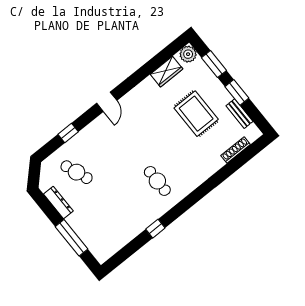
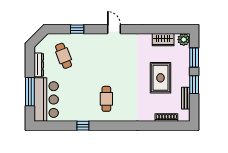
door: (107, 102) -> (114, 29), swing flipped
bar counter: (95, 232) -> (46, 100), added

